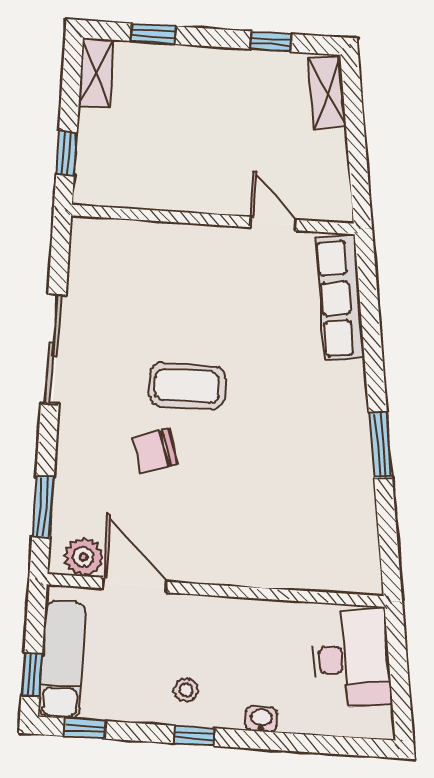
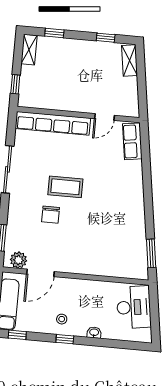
door: (273, 223) -> (104, 117), swing flipped
row of seats: (155, 241) -> (53, 123), added
row of seats: (340, 298) -> (132, 141), width x0.68
window: (381, 445) -> (151, 253), moved
chair: (155, 451) -> (51, 215), turned -72
door: (135, 585) -> (40, 273), swing flipped

